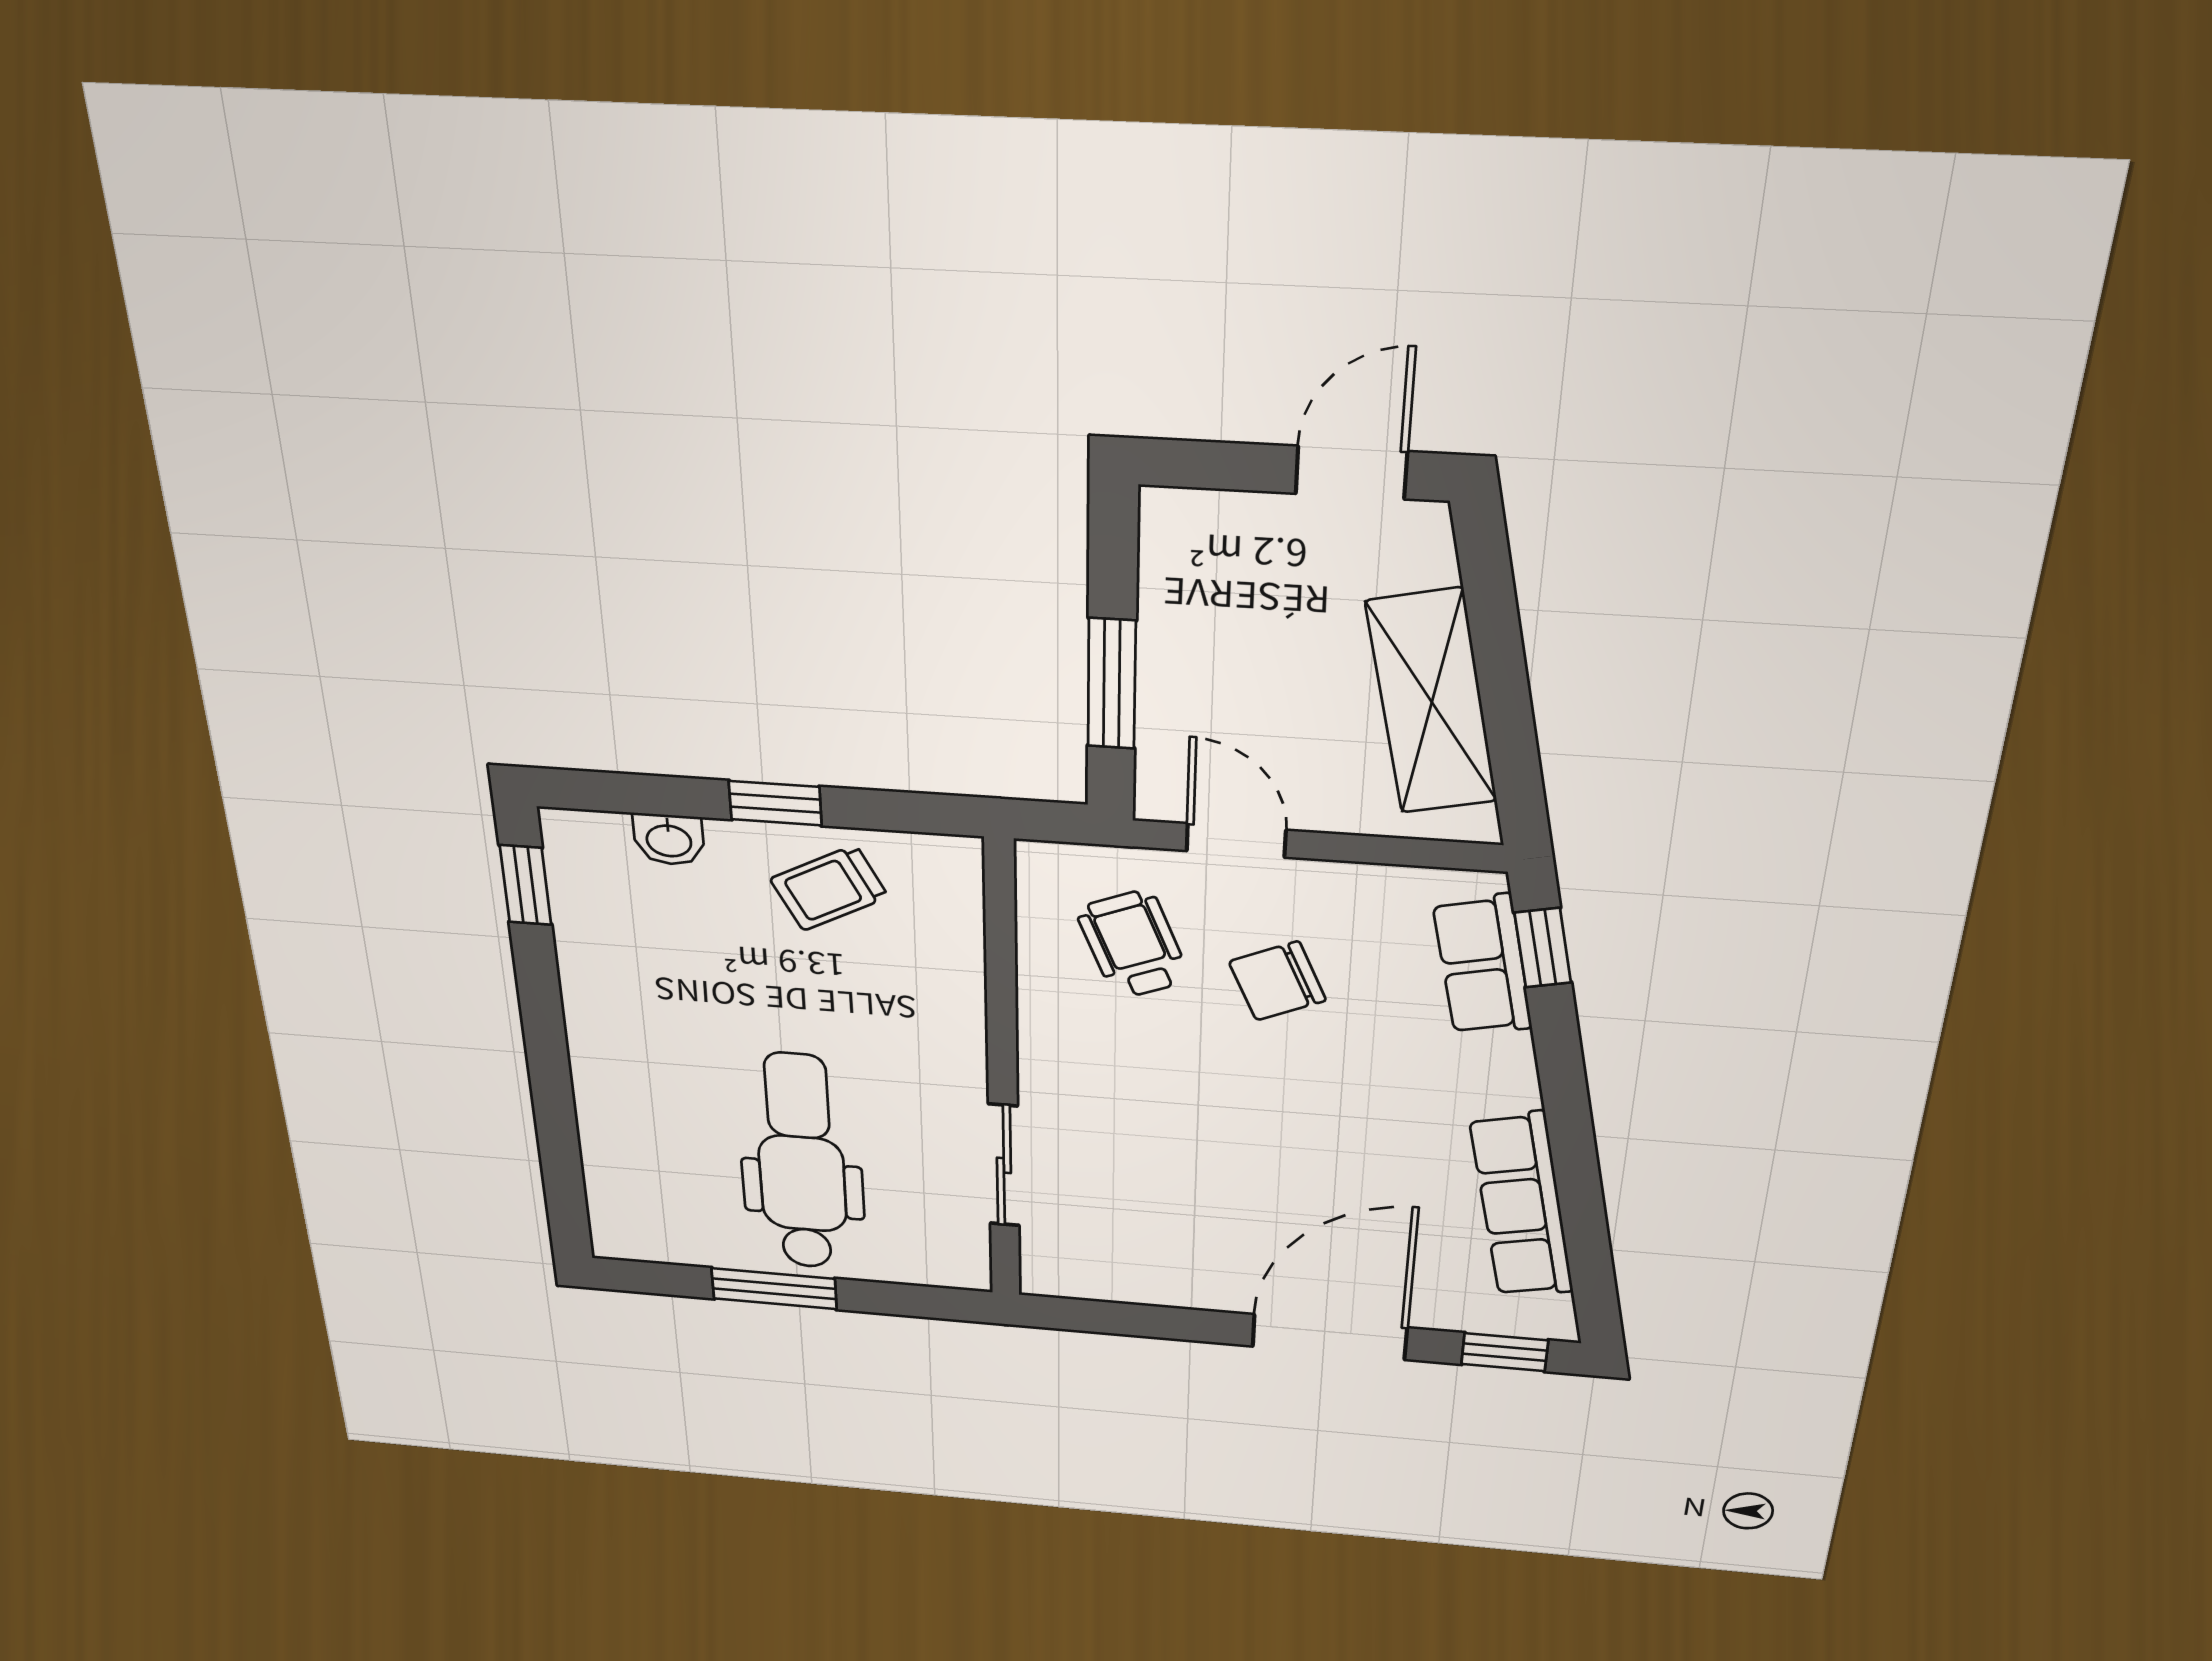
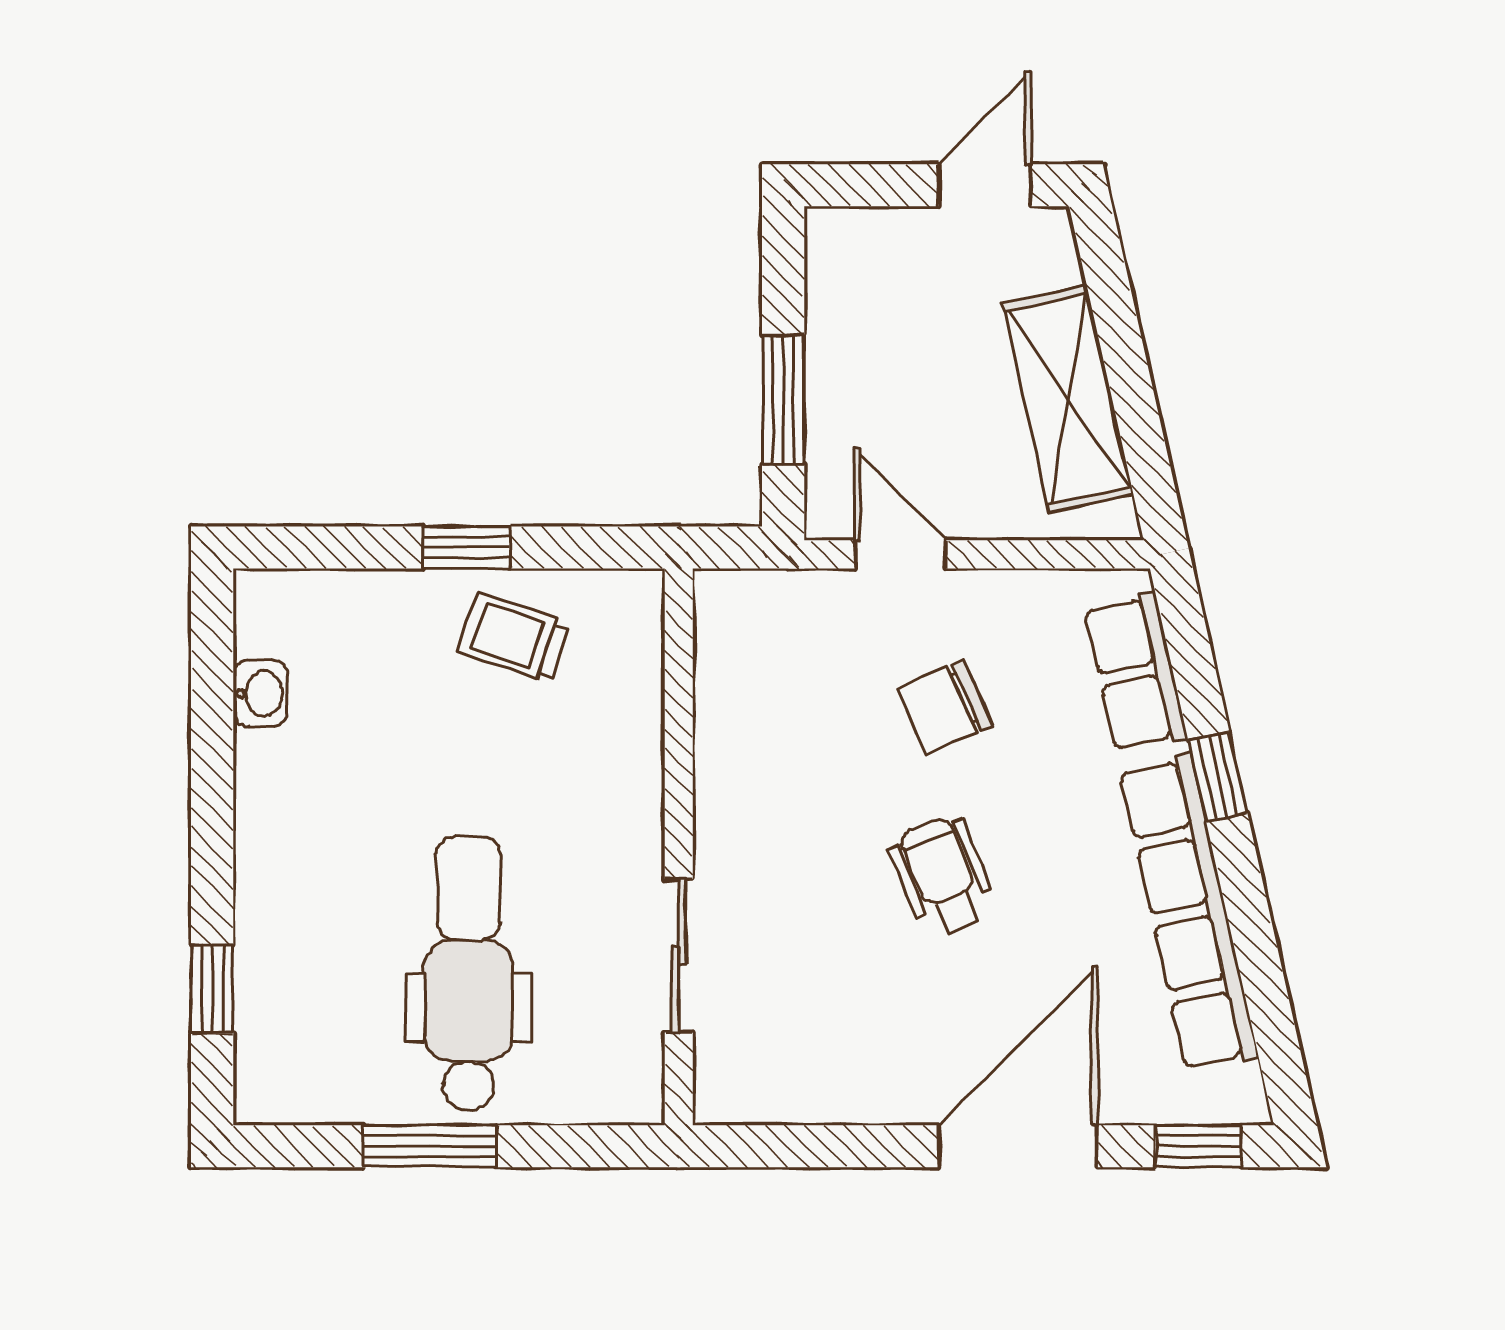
washbasin: (669, 839) -> (260, 693), moved, turned -90
window: (525, 885) -> (212, 989), moved
trolley: (829, 888) -> (514, 637), turned 47
wheelchair: (1133, 945) -> (943, 877), moved
window: (1543, 948) -> (1218, 777), moved
row of seats: (1522, 1206) -> (1189, 913), width x1.36

